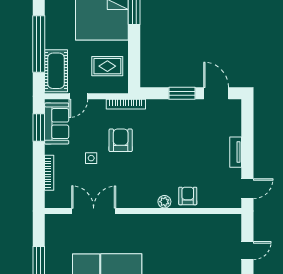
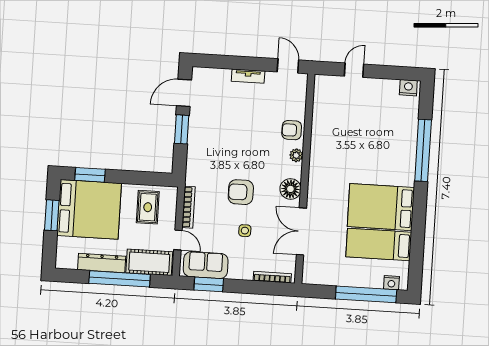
dresser: (53, 26) -> (102, 263), added
bookcase: (126, 104) -> (189, 207), moved
armchair: (121, 140) -> (241, 192), moved
bookcase: (49, 173) -> (272, 277), moved
floor lamp: (133, 198) -> (290, 189), added
door: (247, 251) -> (354, 70), hinge flipped

